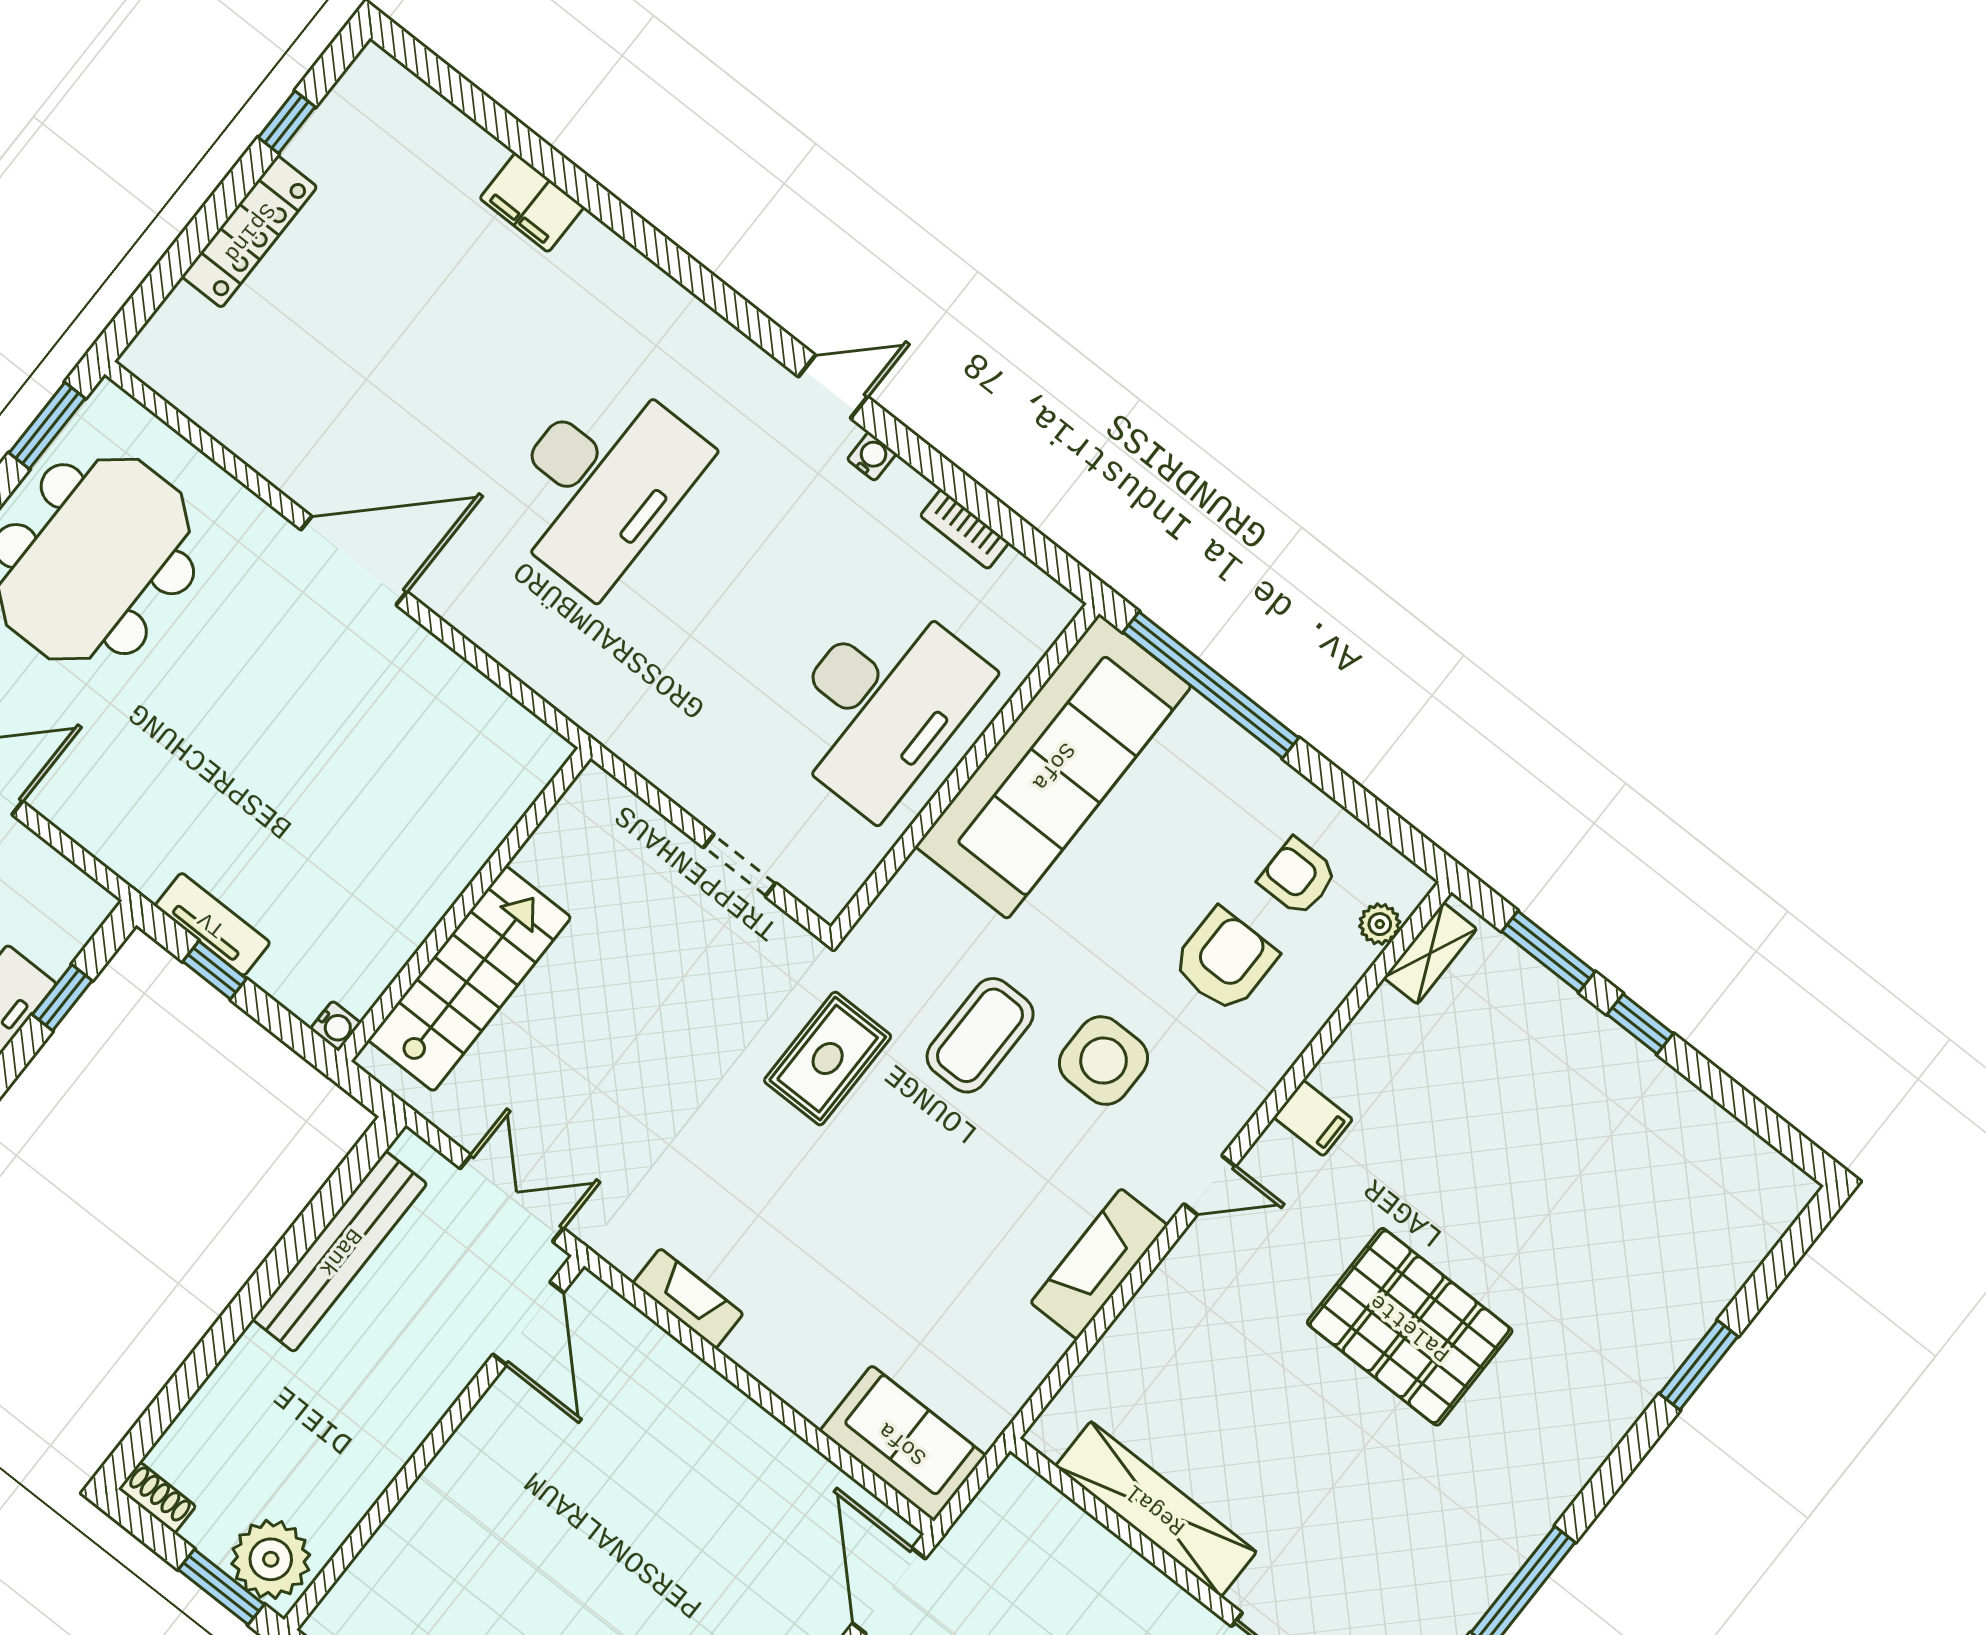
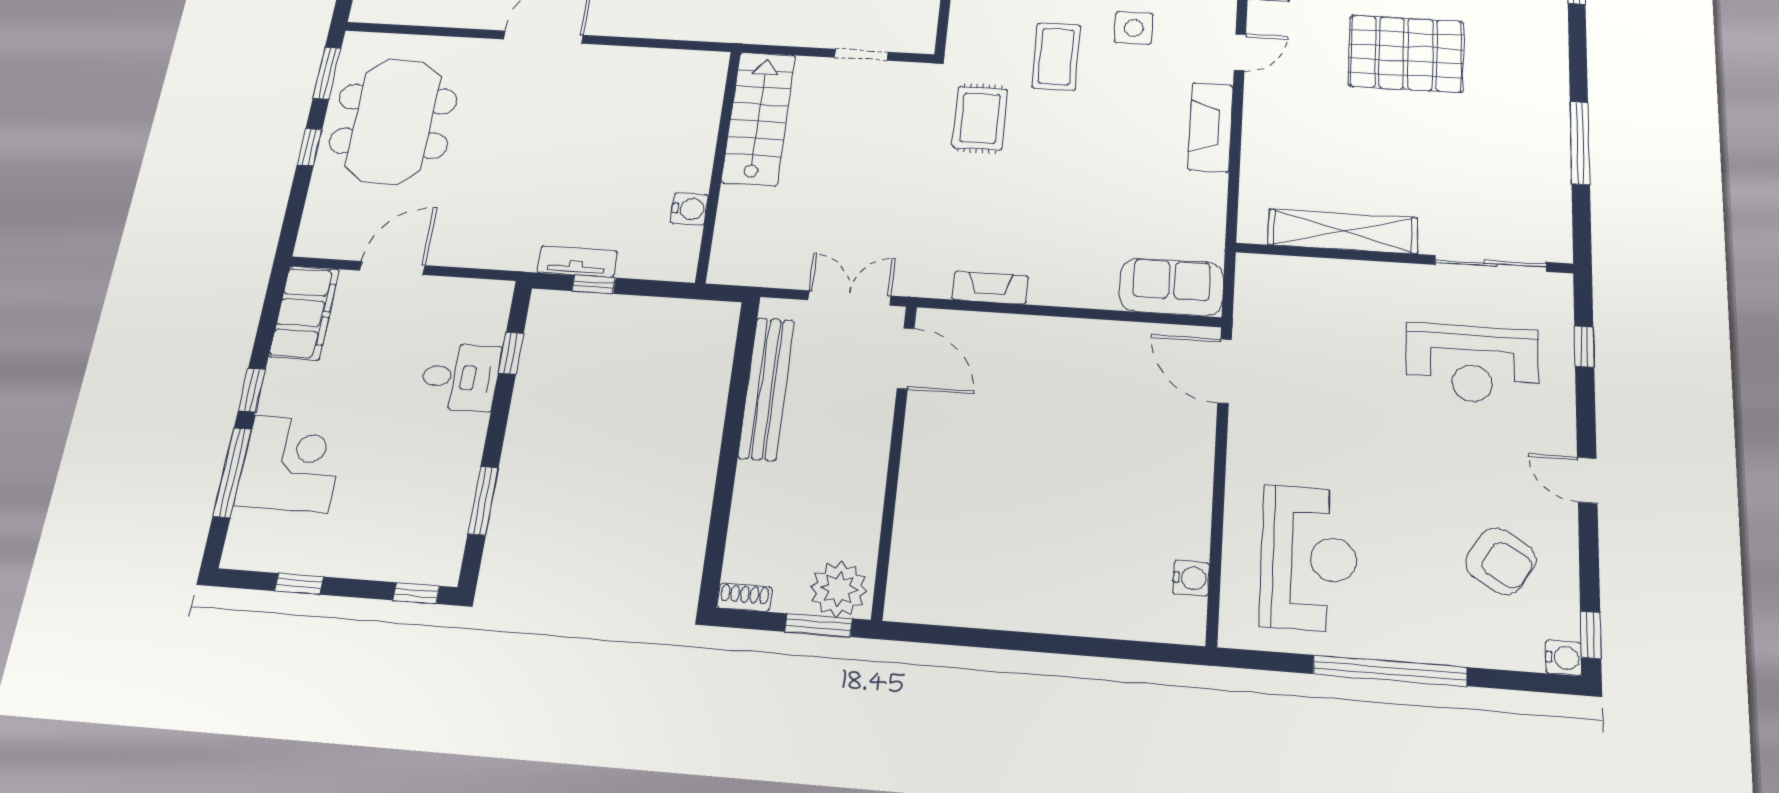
stairs: (469, 979) -> (759, 118), moved
water cooler: (336, 1026) -> (689, 209), moved, width x1.38, depth x1.38
side table: (1104, 1061) -> (1134, 28), width x0.73, depth x0.73

